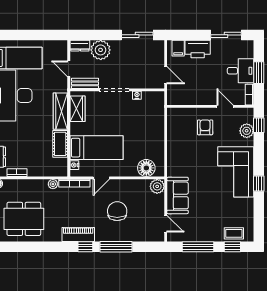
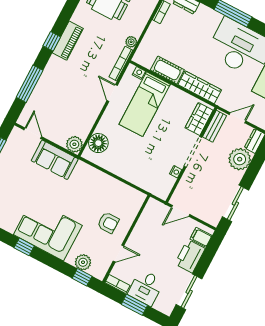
wardrobe: (77, 109) -> (199, 119), moved, turned 90
chair: (117, 211) -> (71, 92), removed
door: (166, 224) -> (33, 133), swing flipped
window: (116, 247) -> (30, 84), moved

